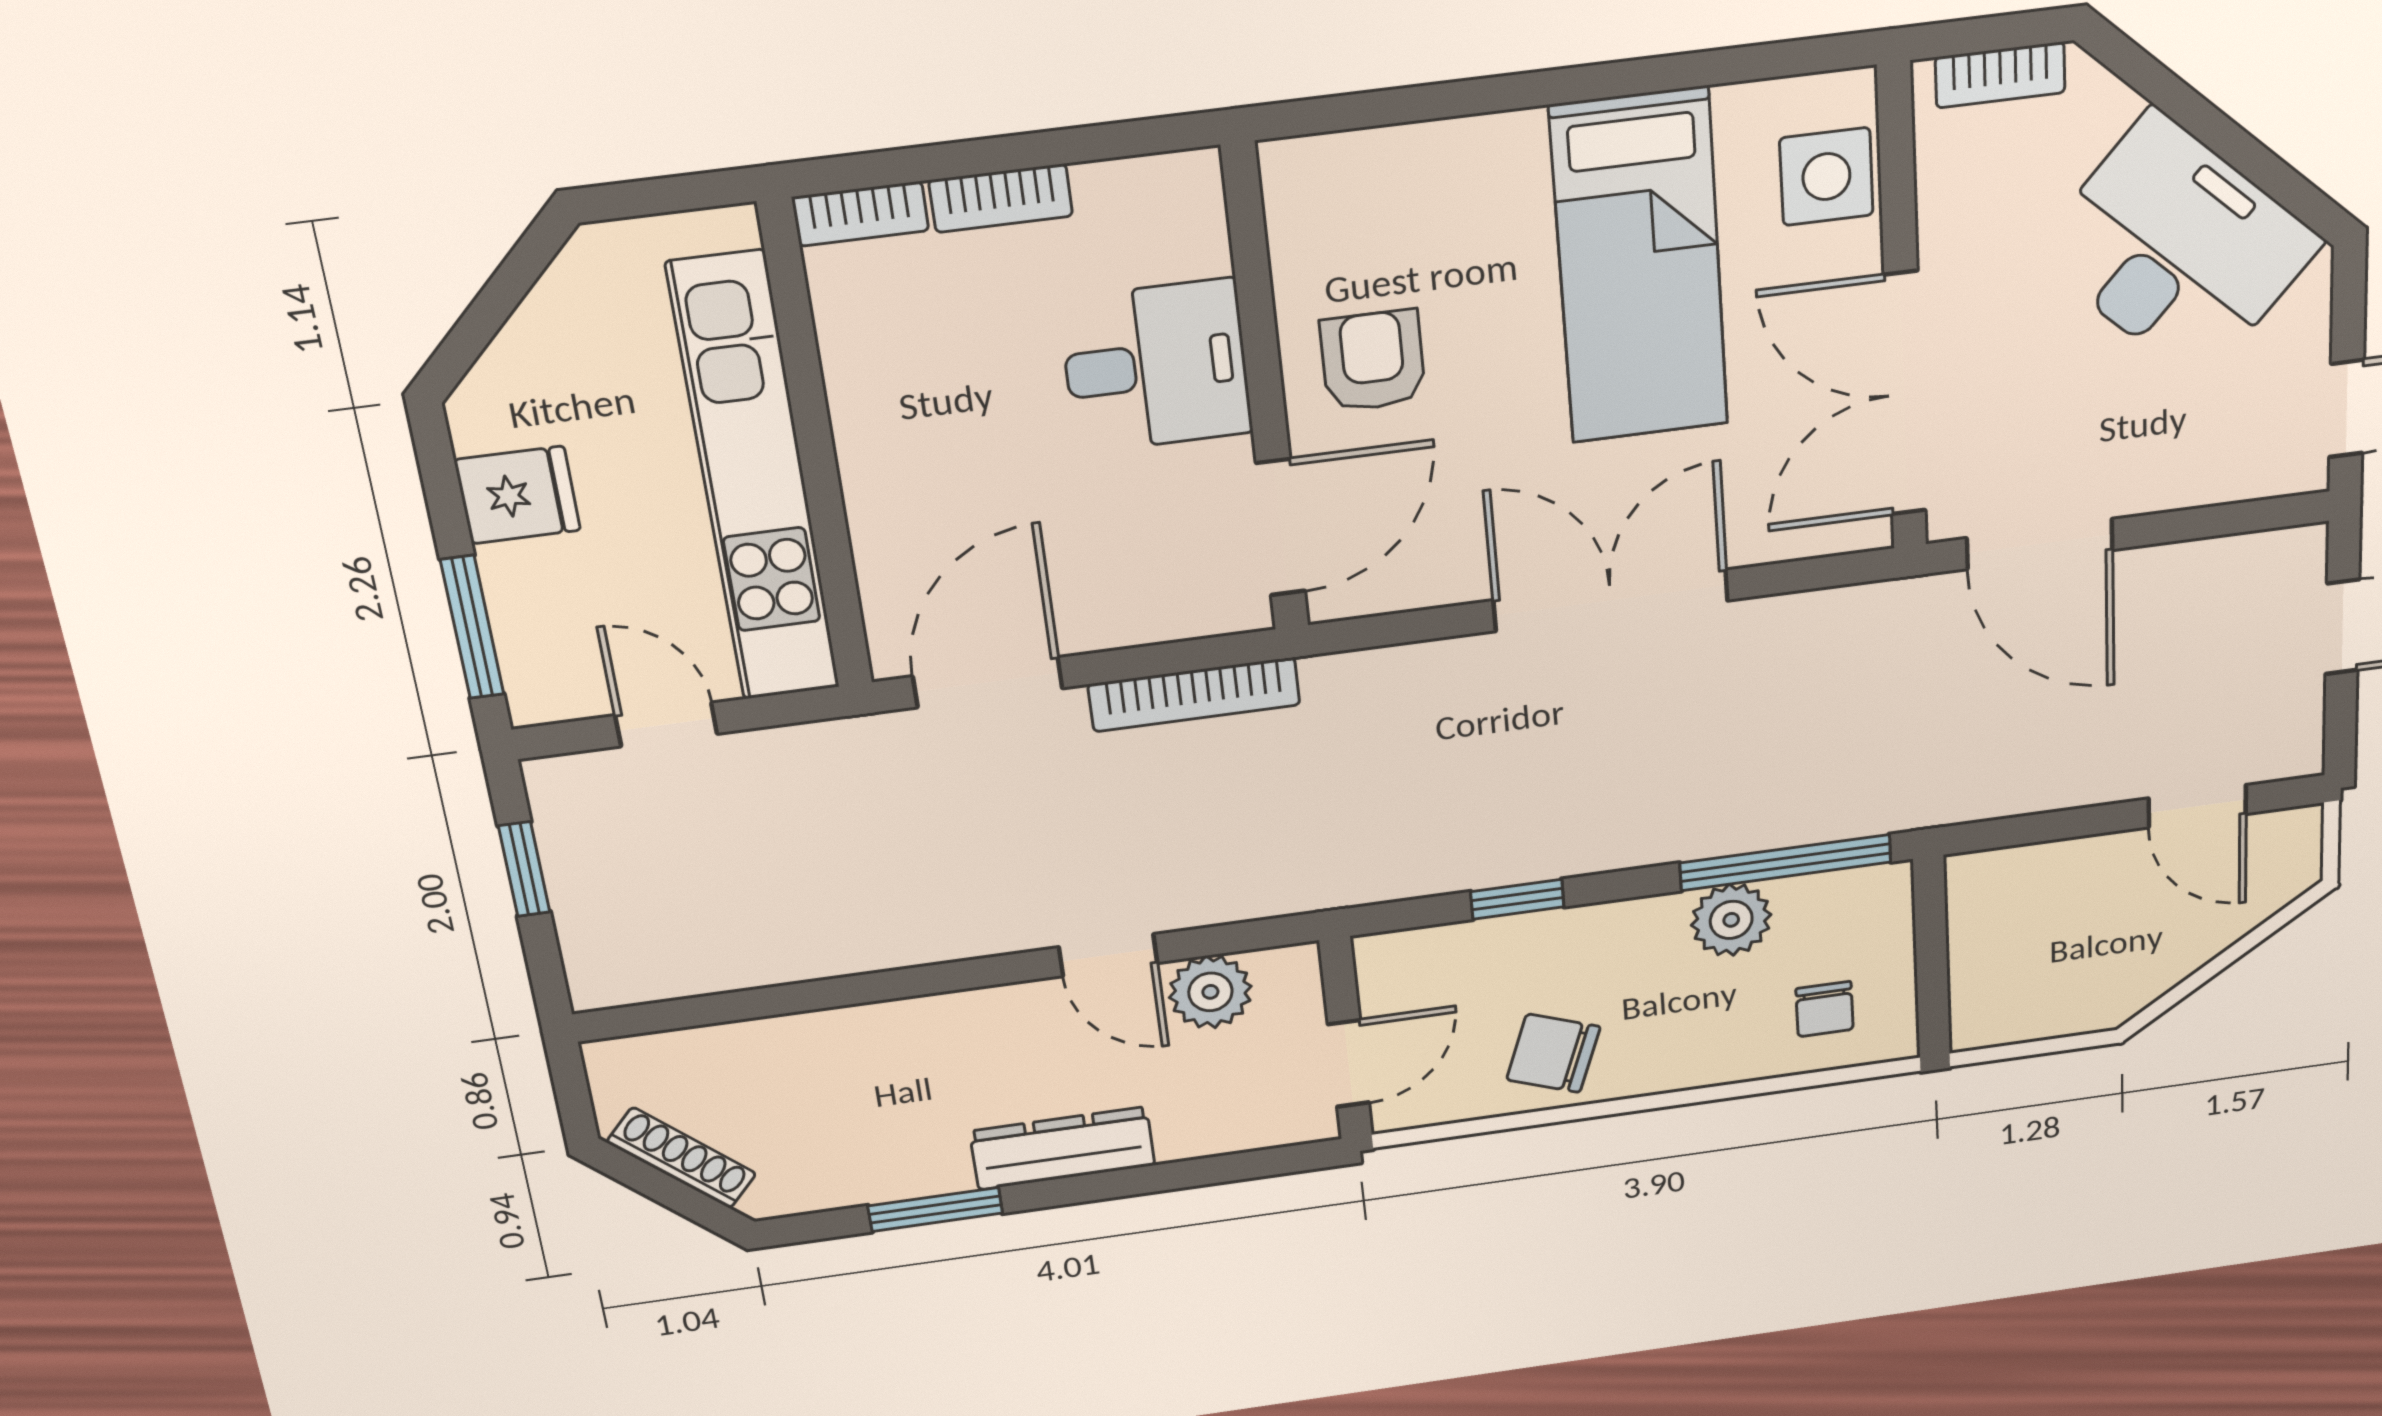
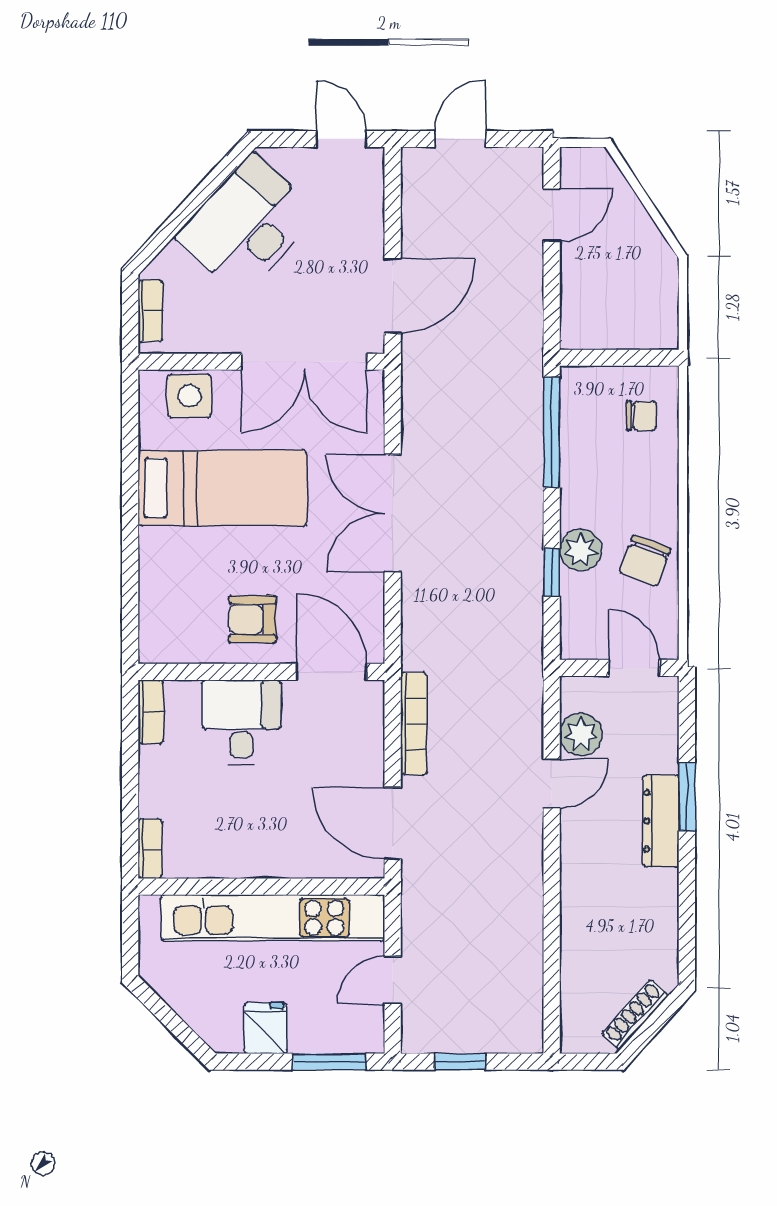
bookcase: (1001, 198) -> (151, 712), moved
plant: (1731, 920) -> (581, 550), moved
window: (935, 1209) -> (687, 797), moved

